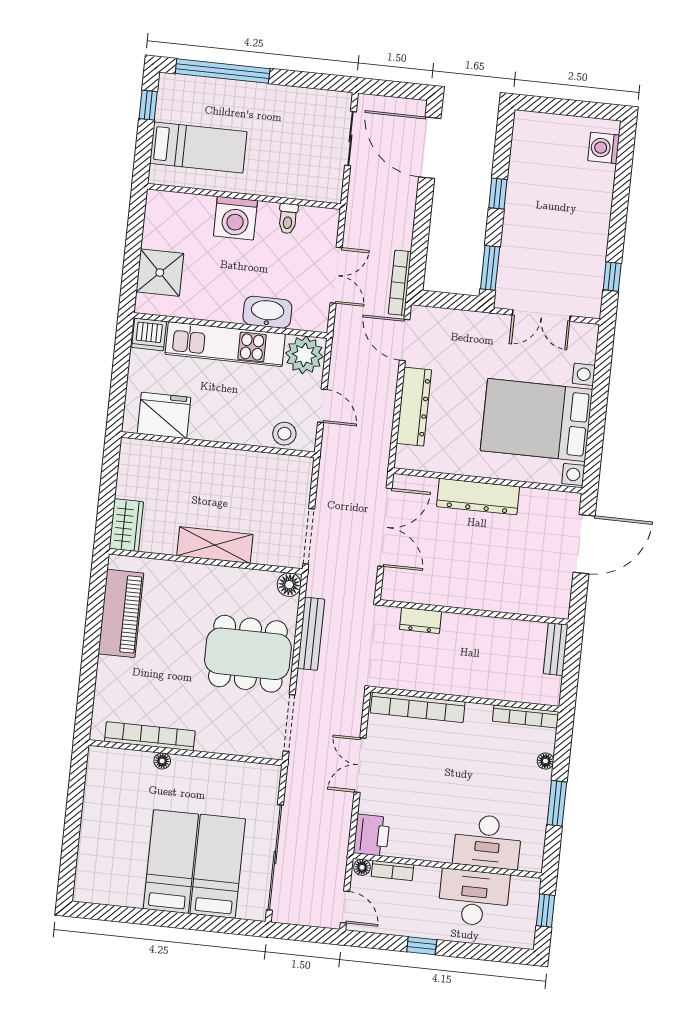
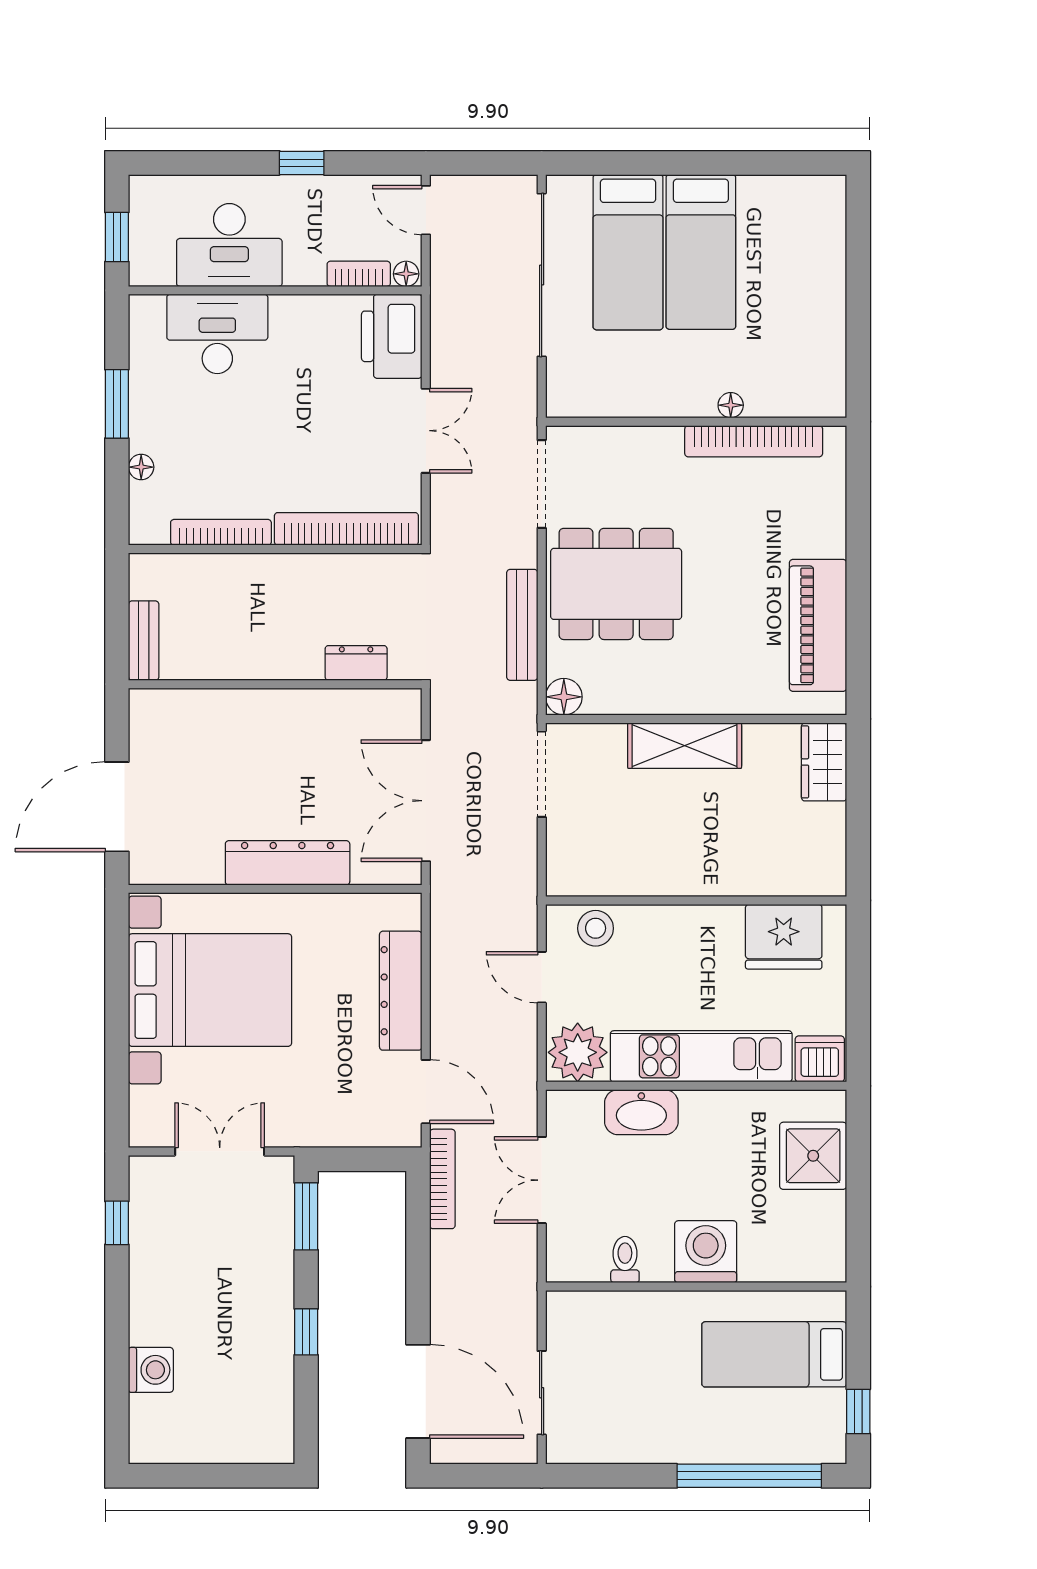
washing machine: (604, 148) -> (151, 1370), moved
bookcase: (526, 716) -> (221, 532), moved
printer: (372, 835) -> (392, 336), width x1.37, depth x1.19

